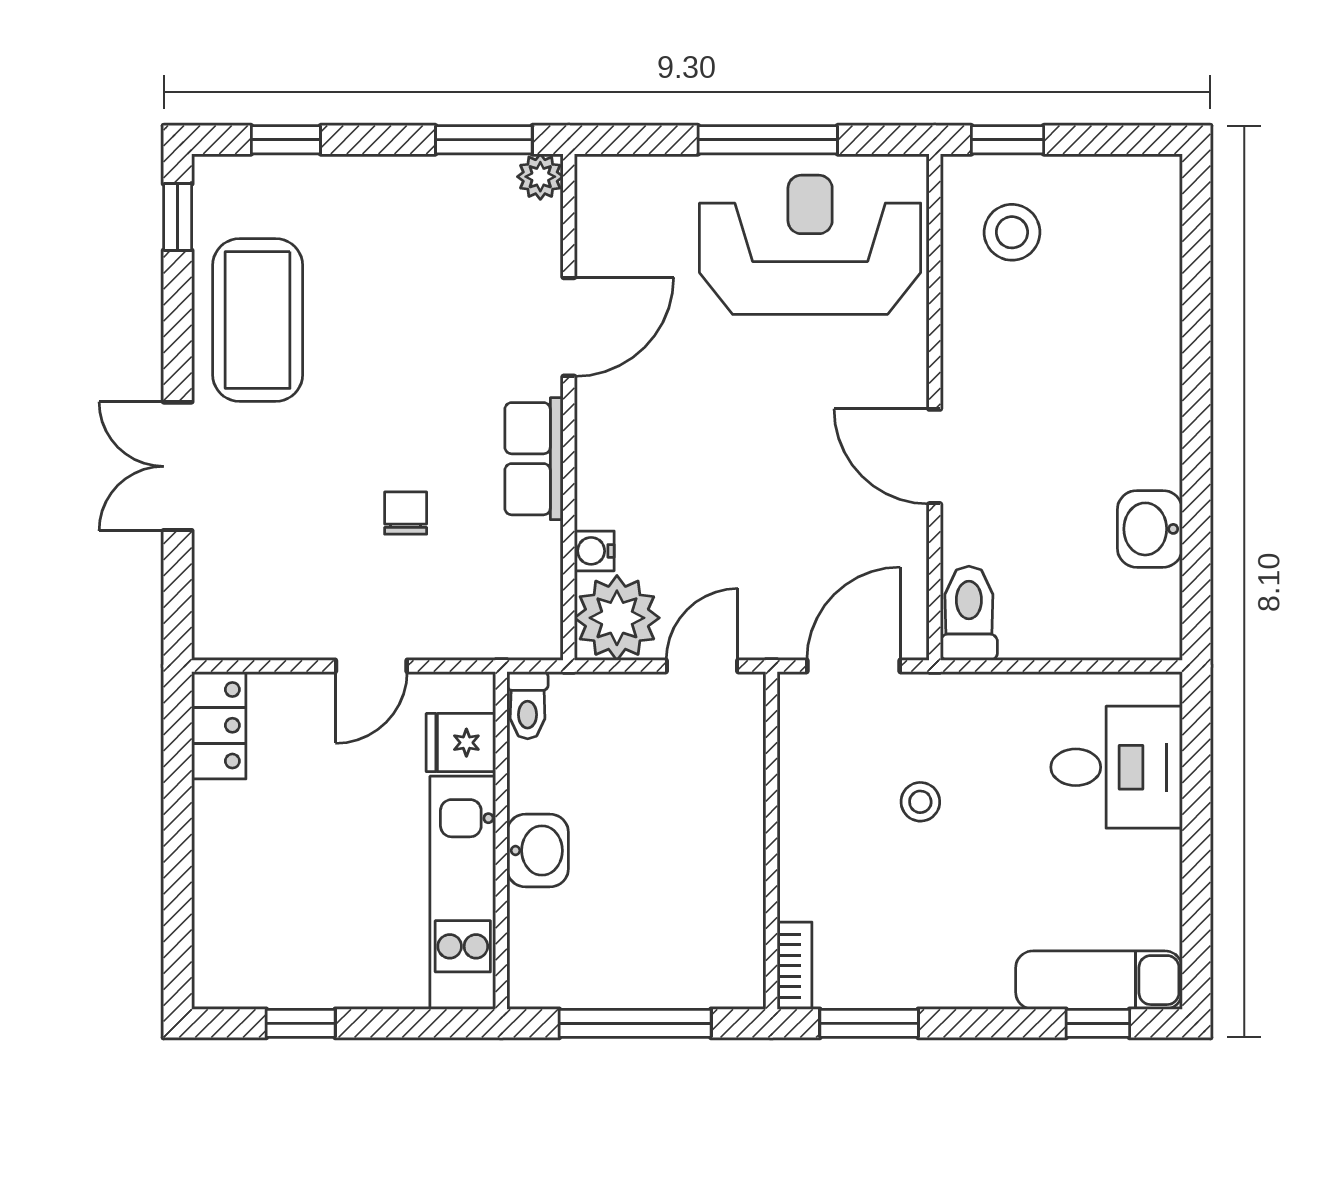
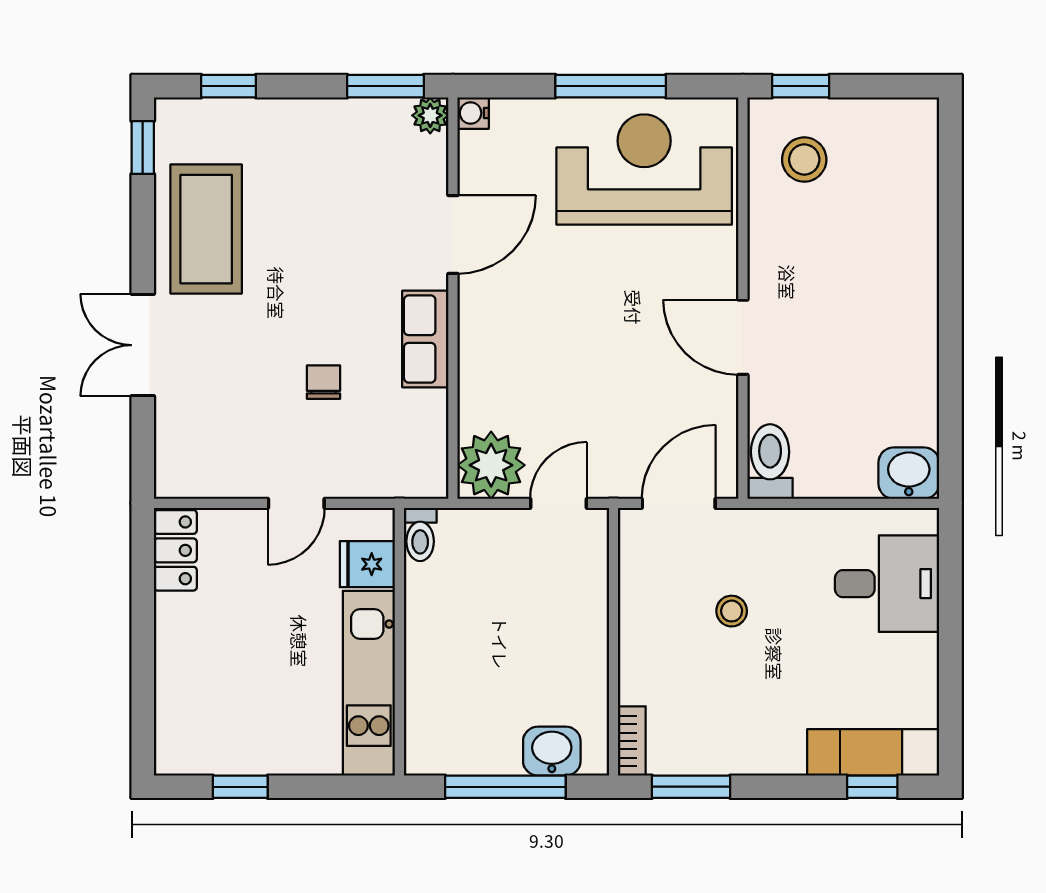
washbasin: (1150, 529) -> (909, 473), moved, turned 90
water cooler: (594, 551) -> (473, 113), moved
washbasin: (538, 851) -> (552, 751), moved, turned -90

